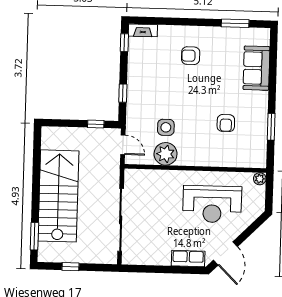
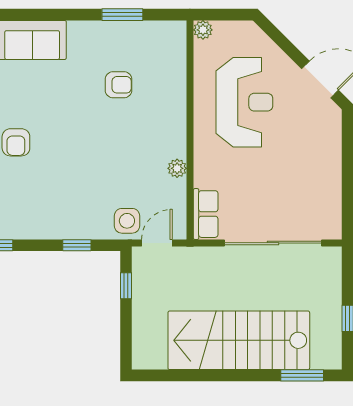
side table: (166, 127) -> (127, 221), moved
plant: (166, 154) -> (177, 168), width x0.53, depth x0.53
row of seats: (188, 259) -> (206, 214), moved, turned 180

